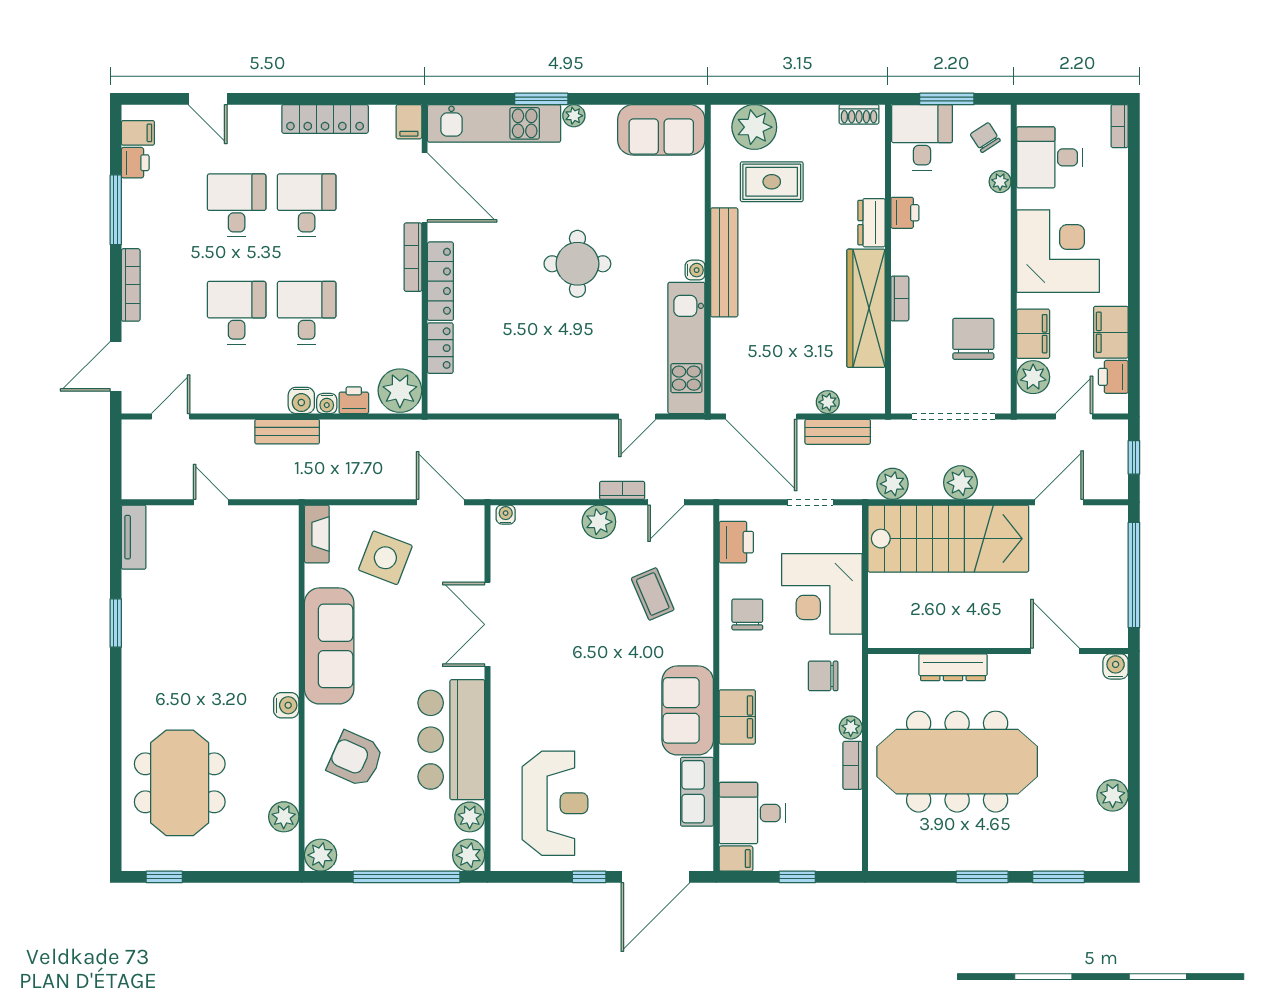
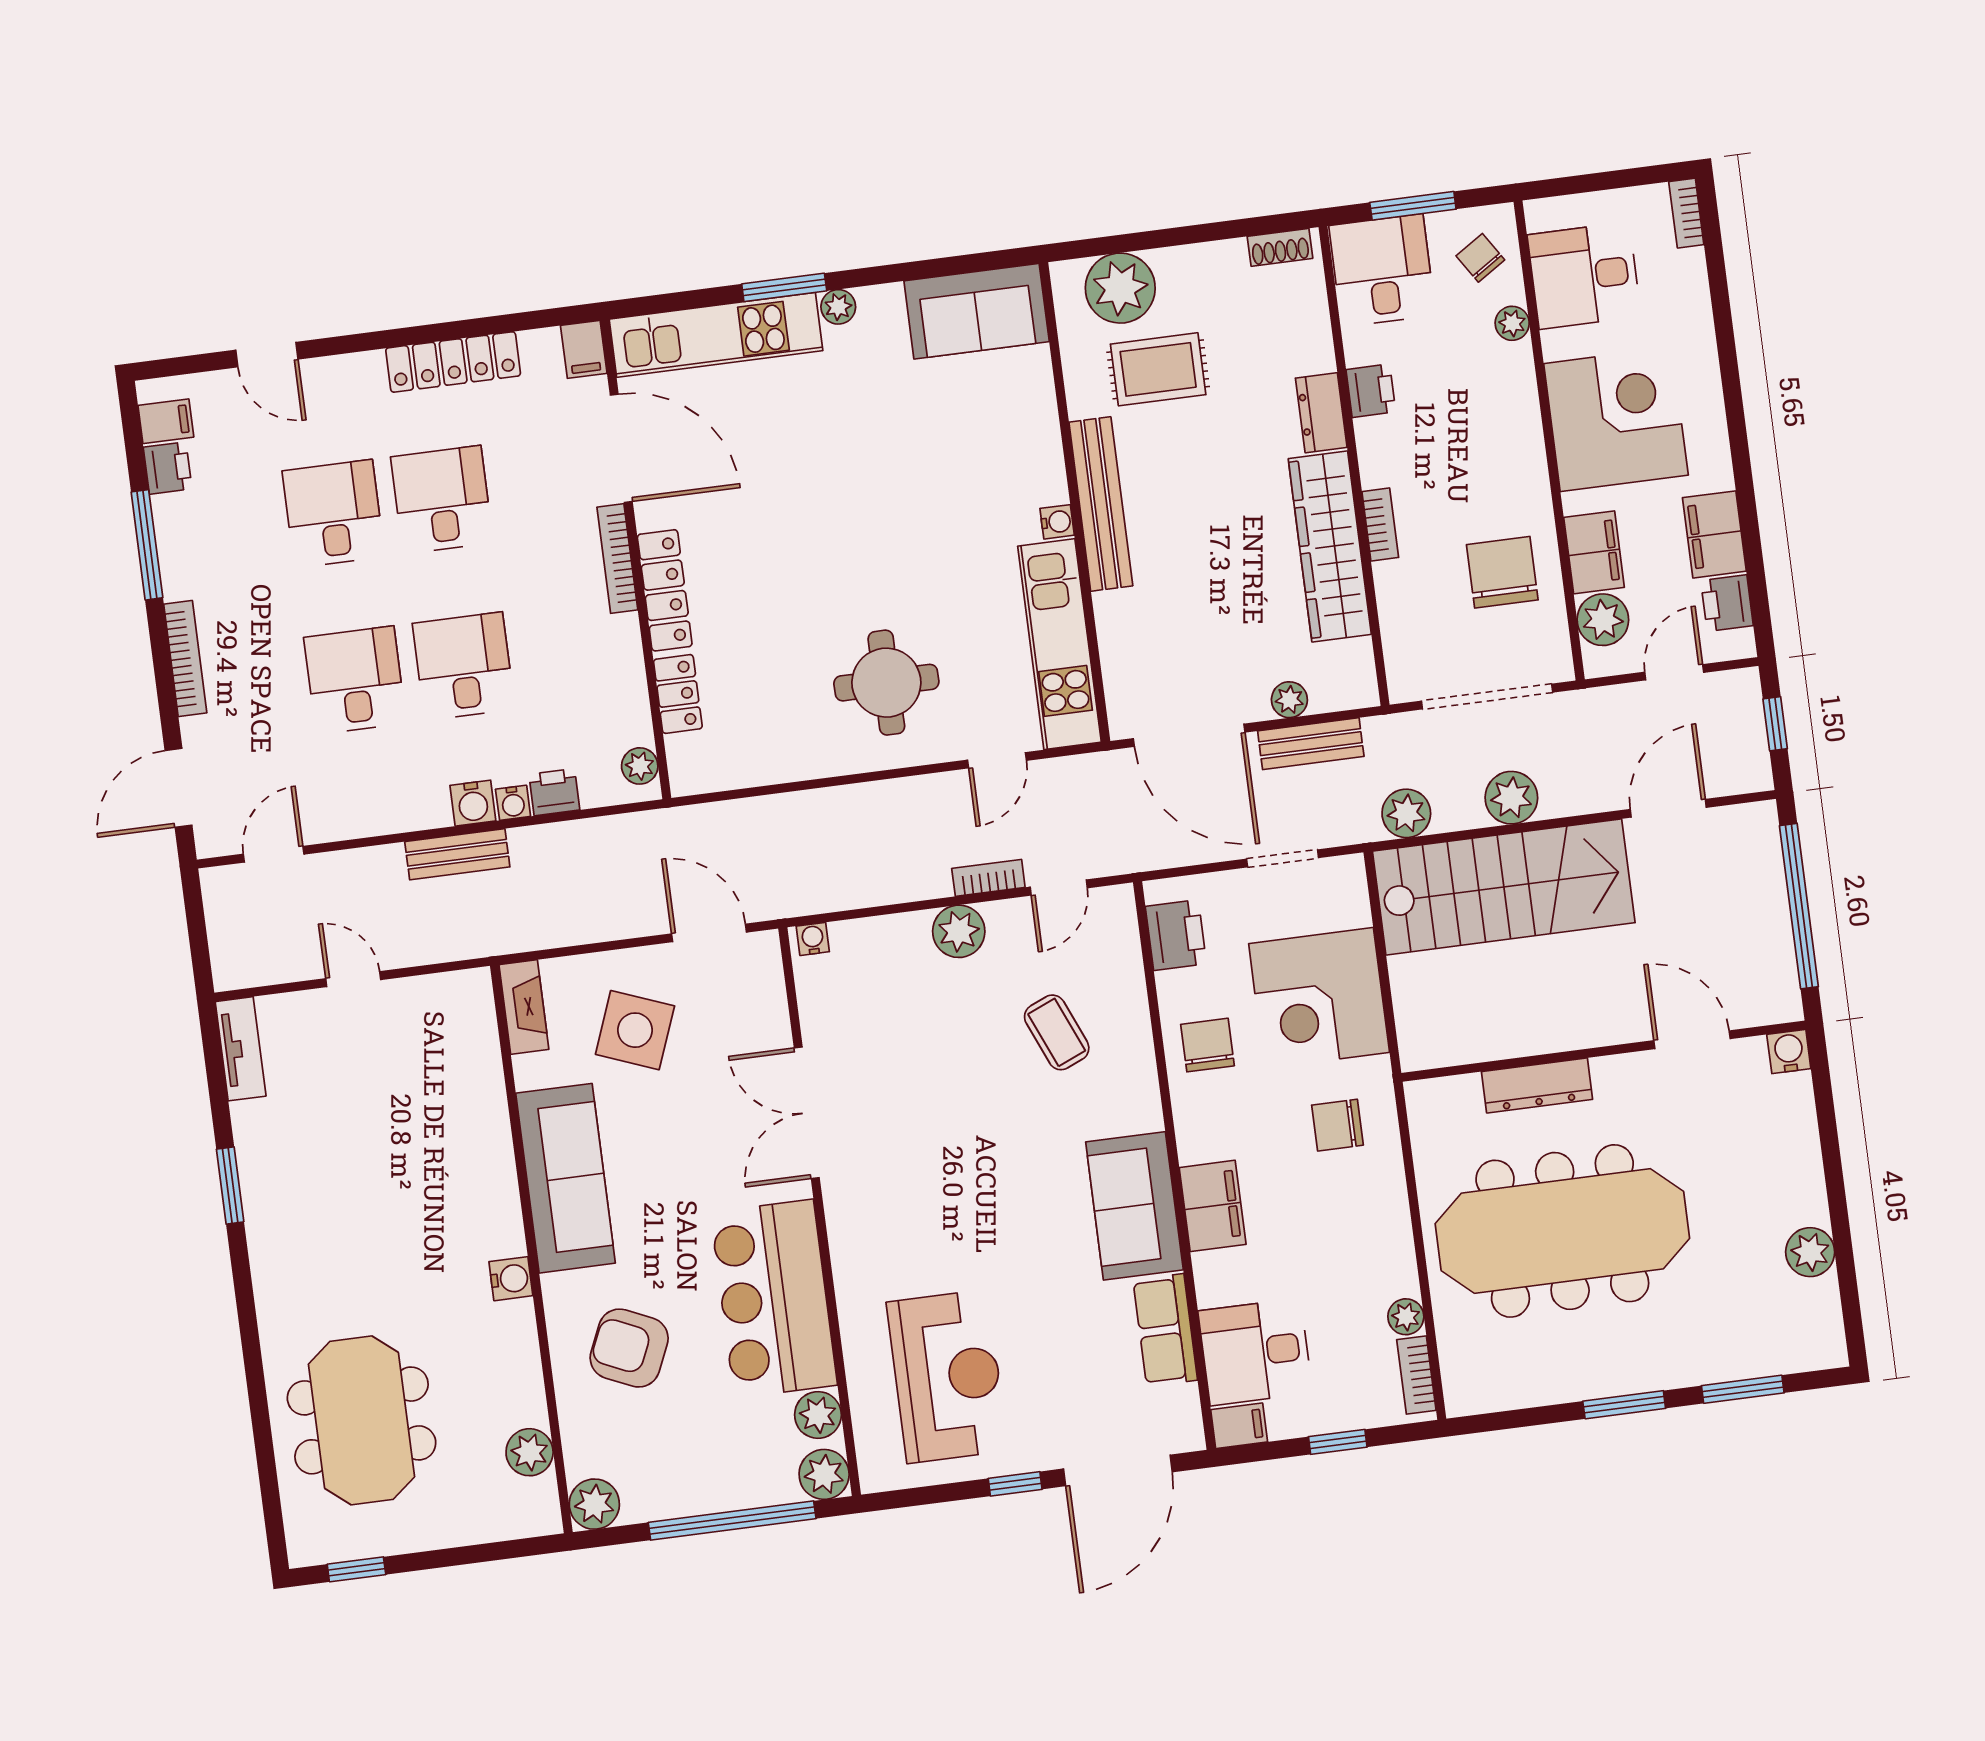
round table: (577, 264) -> (886, 683), moved
plant: (400, 391) -> (640, 766), width x0.53, depth x0.53
plant: (851, 728) -> (1406, 1317), moved
bookcase: (853, 765) -> (1416, 1375), moved

